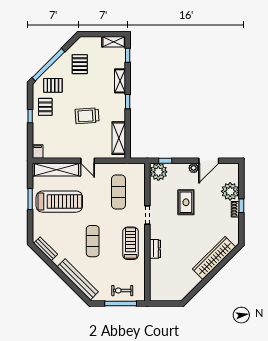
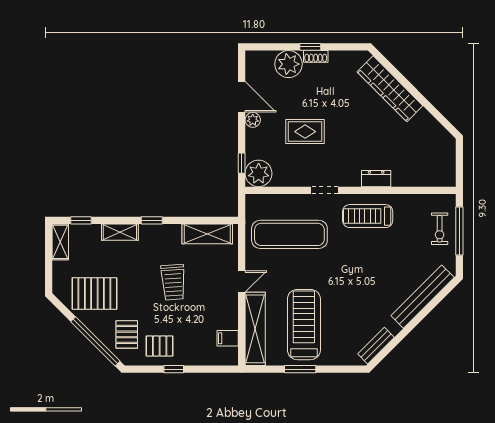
pallet: (80, 64) -> (94, 294), width x1.50, depth x1.42
filing cabinet: (38, 151) -> (228, 338), moved
exercise mat: (118, 192) -> (289, 234), width x1.36, depth x1.45
exercise mat: (93, 241) -> (364, 274), removed

